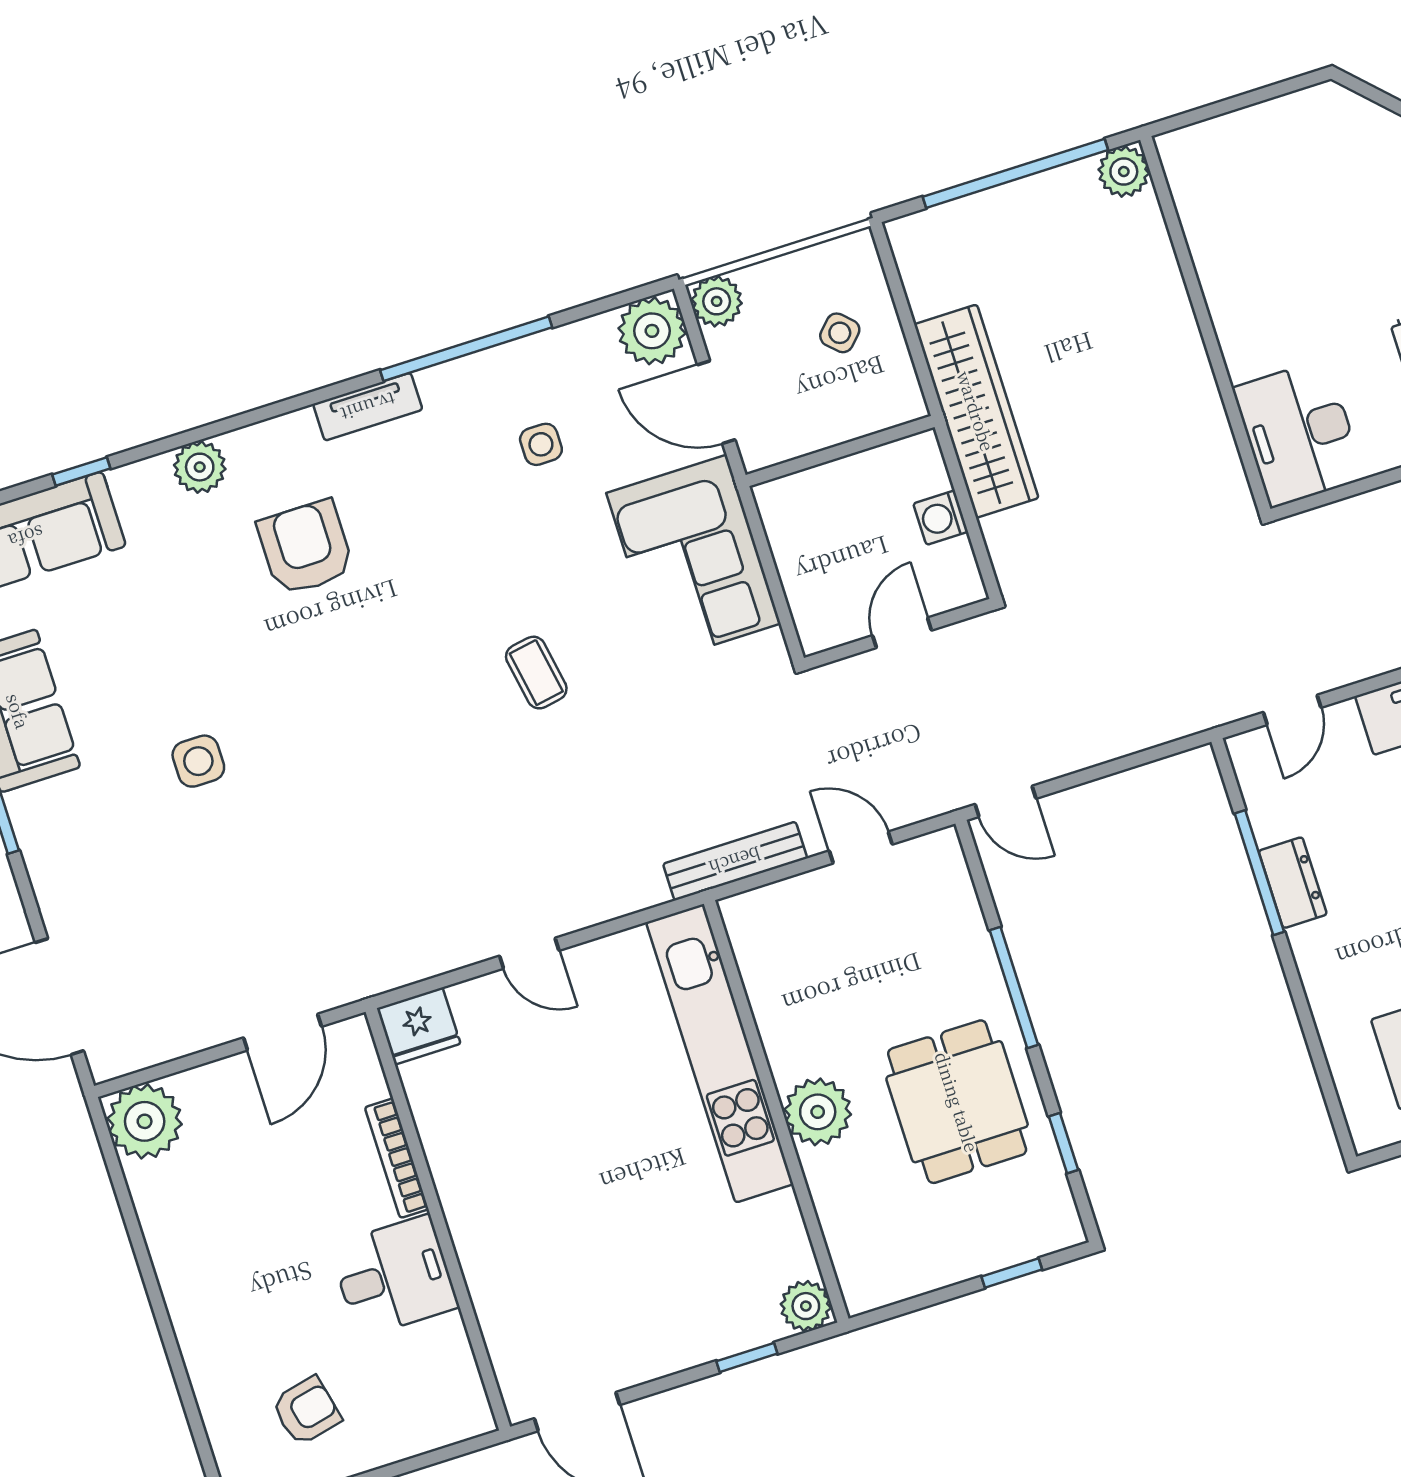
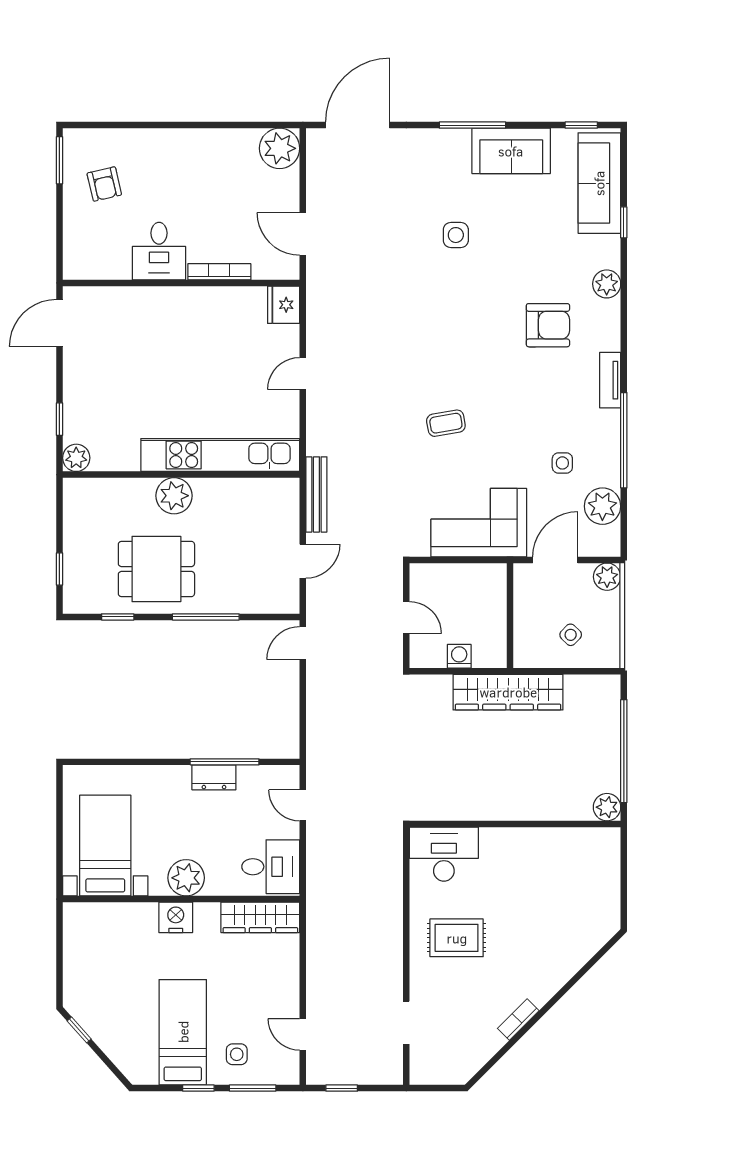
plant: (652, 331) -> (602, 506), moved

